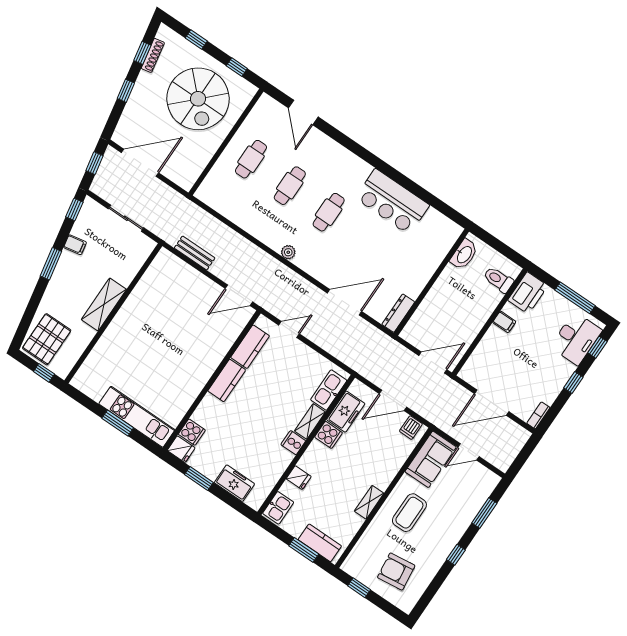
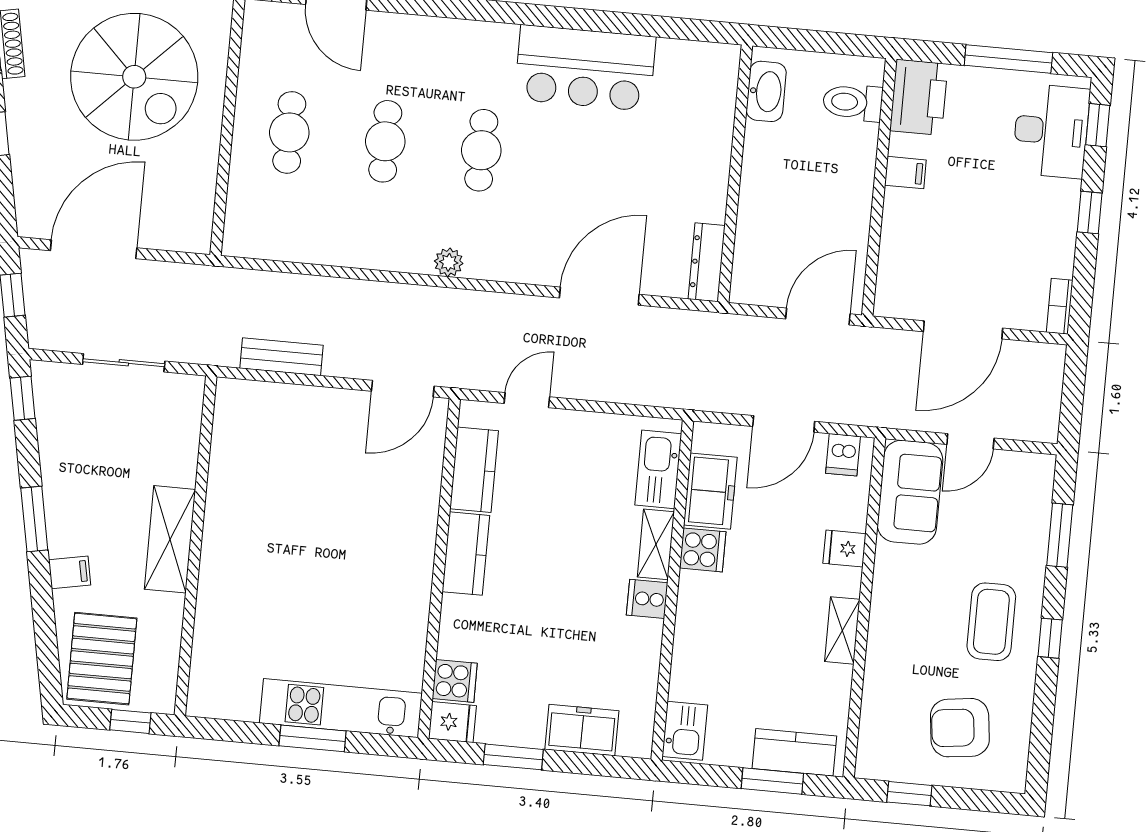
filing cabinet: (75, 245) -> (70, 572), moved
fridge: (299, 478) -> (845, 549), moved, turned 180
coffee table: (409, 513) -> (991, 622), moved

